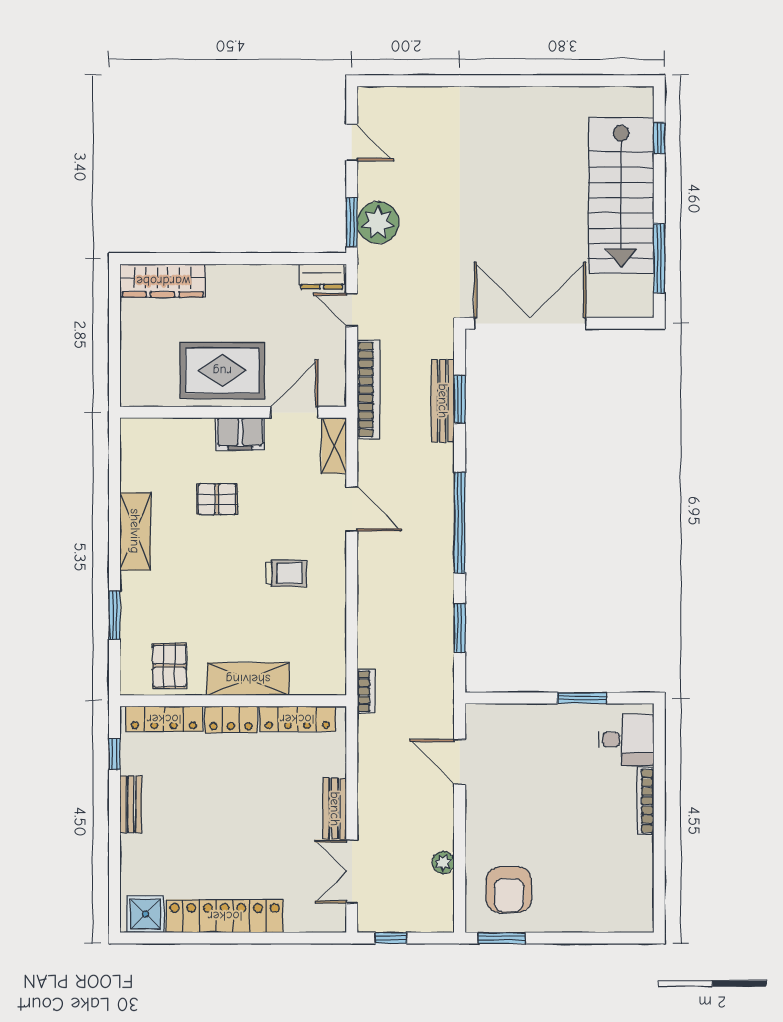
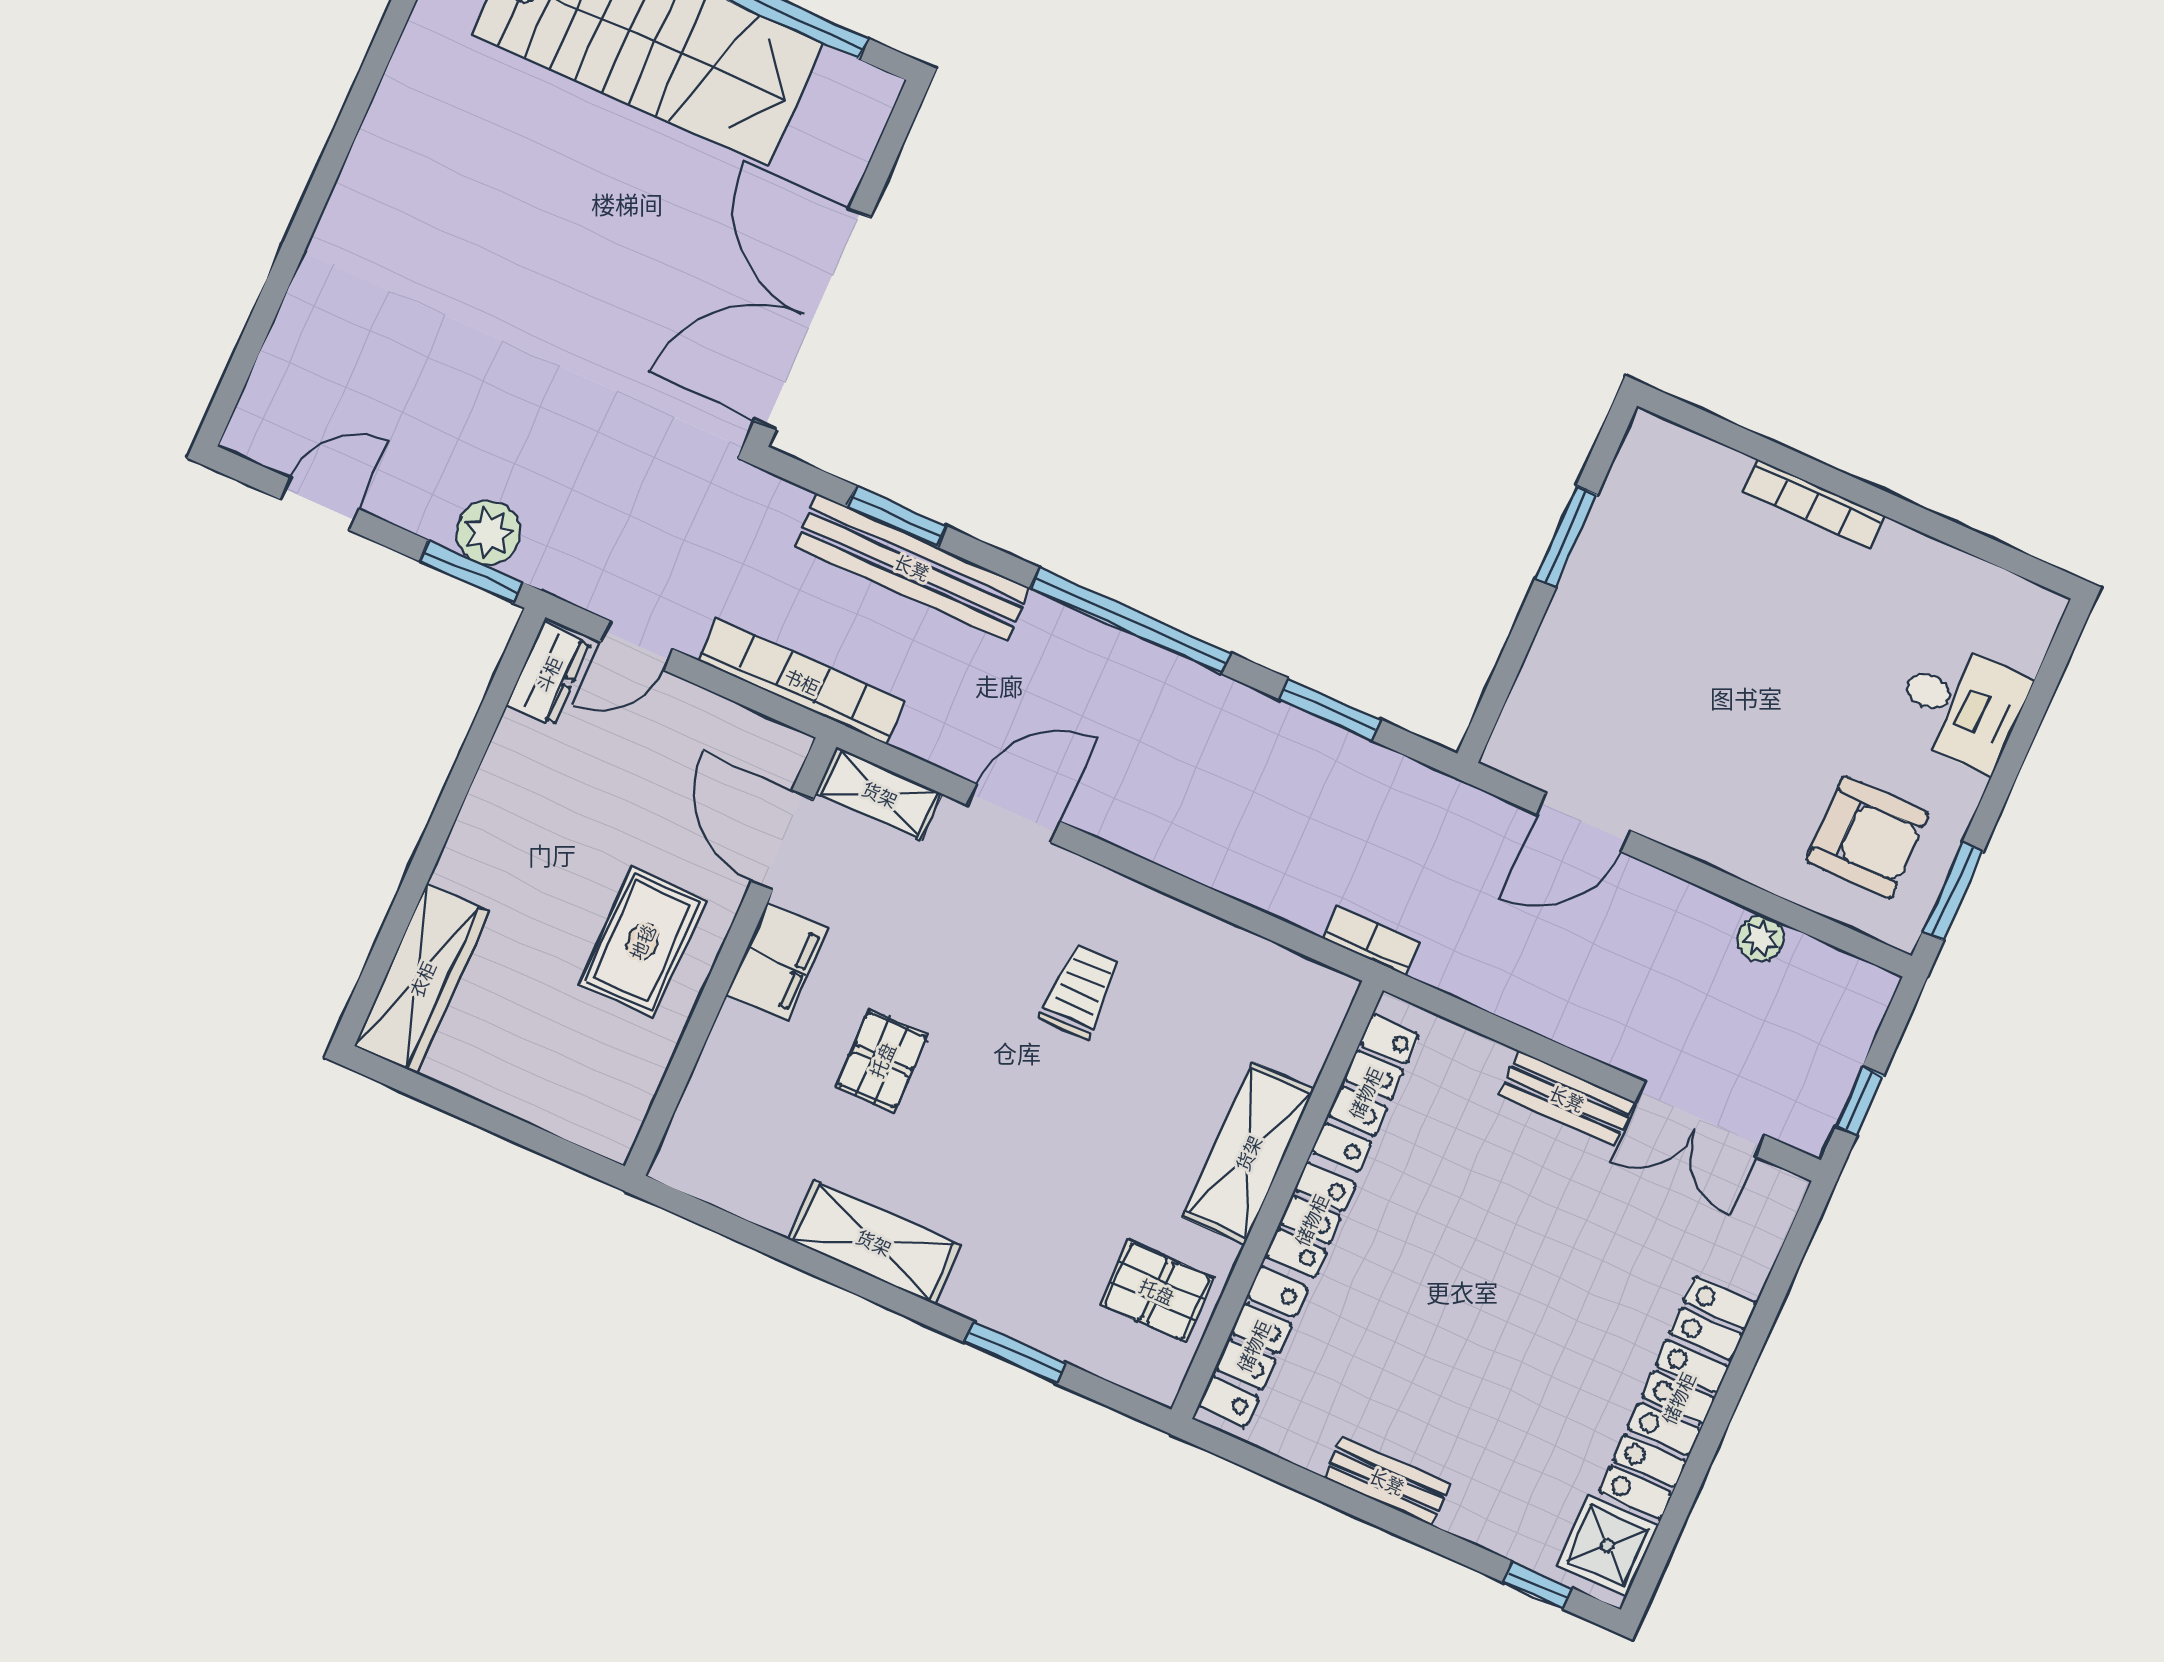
plant: (378, 222) -> (489, 532), width x0.73, depth x0.73
rug: (222, 371) -> (642, 942), width x0.73, depth x0.70
bench: (443, 401) -> (912, 567), width x1.37, depth x1.21
desk: (626, 740) -> (1961, 705), moved, turned 90
window: (115, 754) -> (1538, 1585), moved

